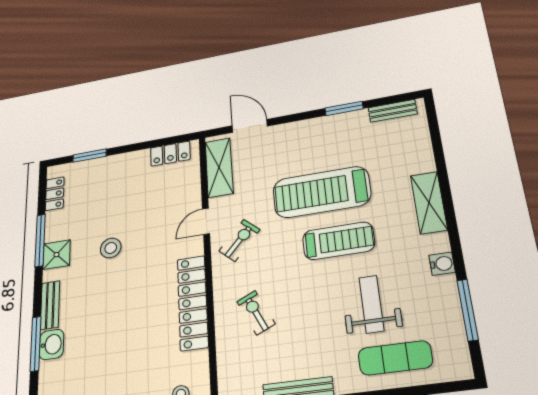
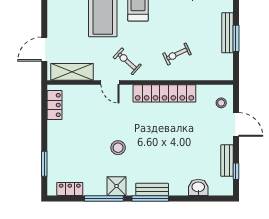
window: (36, 344) -> (150, 198), moved
washbasin: (51, 344) -> (198, 187), moved

